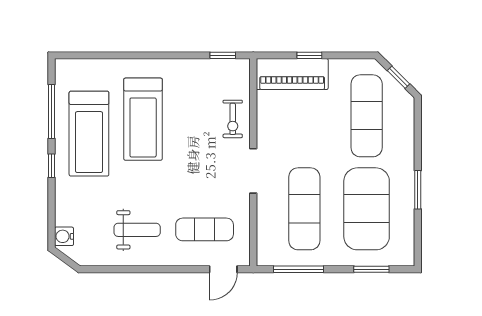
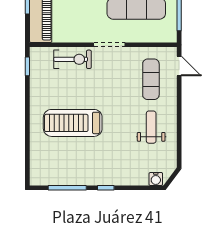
treadmill: (143, 119) -> (73, 123), turned 180
exercise bike: (233, 119) -> (73, 59), width x1.38, depth x1.39
treadmill: (89, 134) -> (83, 161), removed

